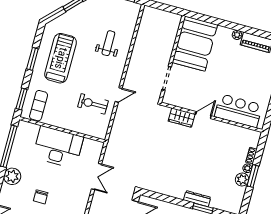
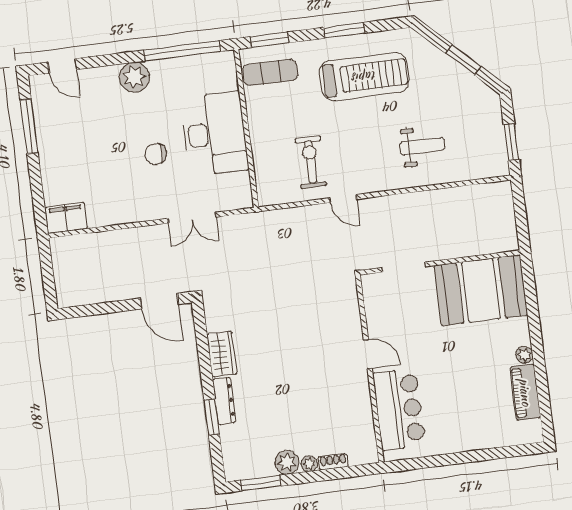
wardrobe: (182, 118) -> (222, 354), moved, turned 180
window: (253, 176) -> (261, 483), moved
chair: (41, 197) -> (156, 154), moved

